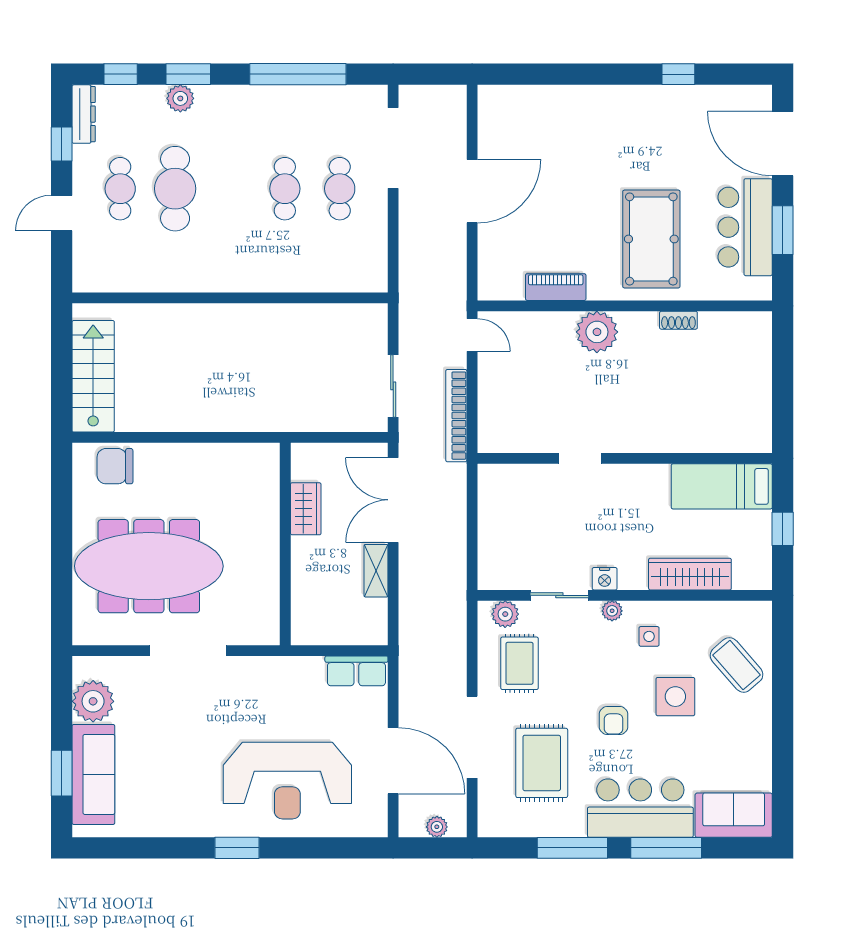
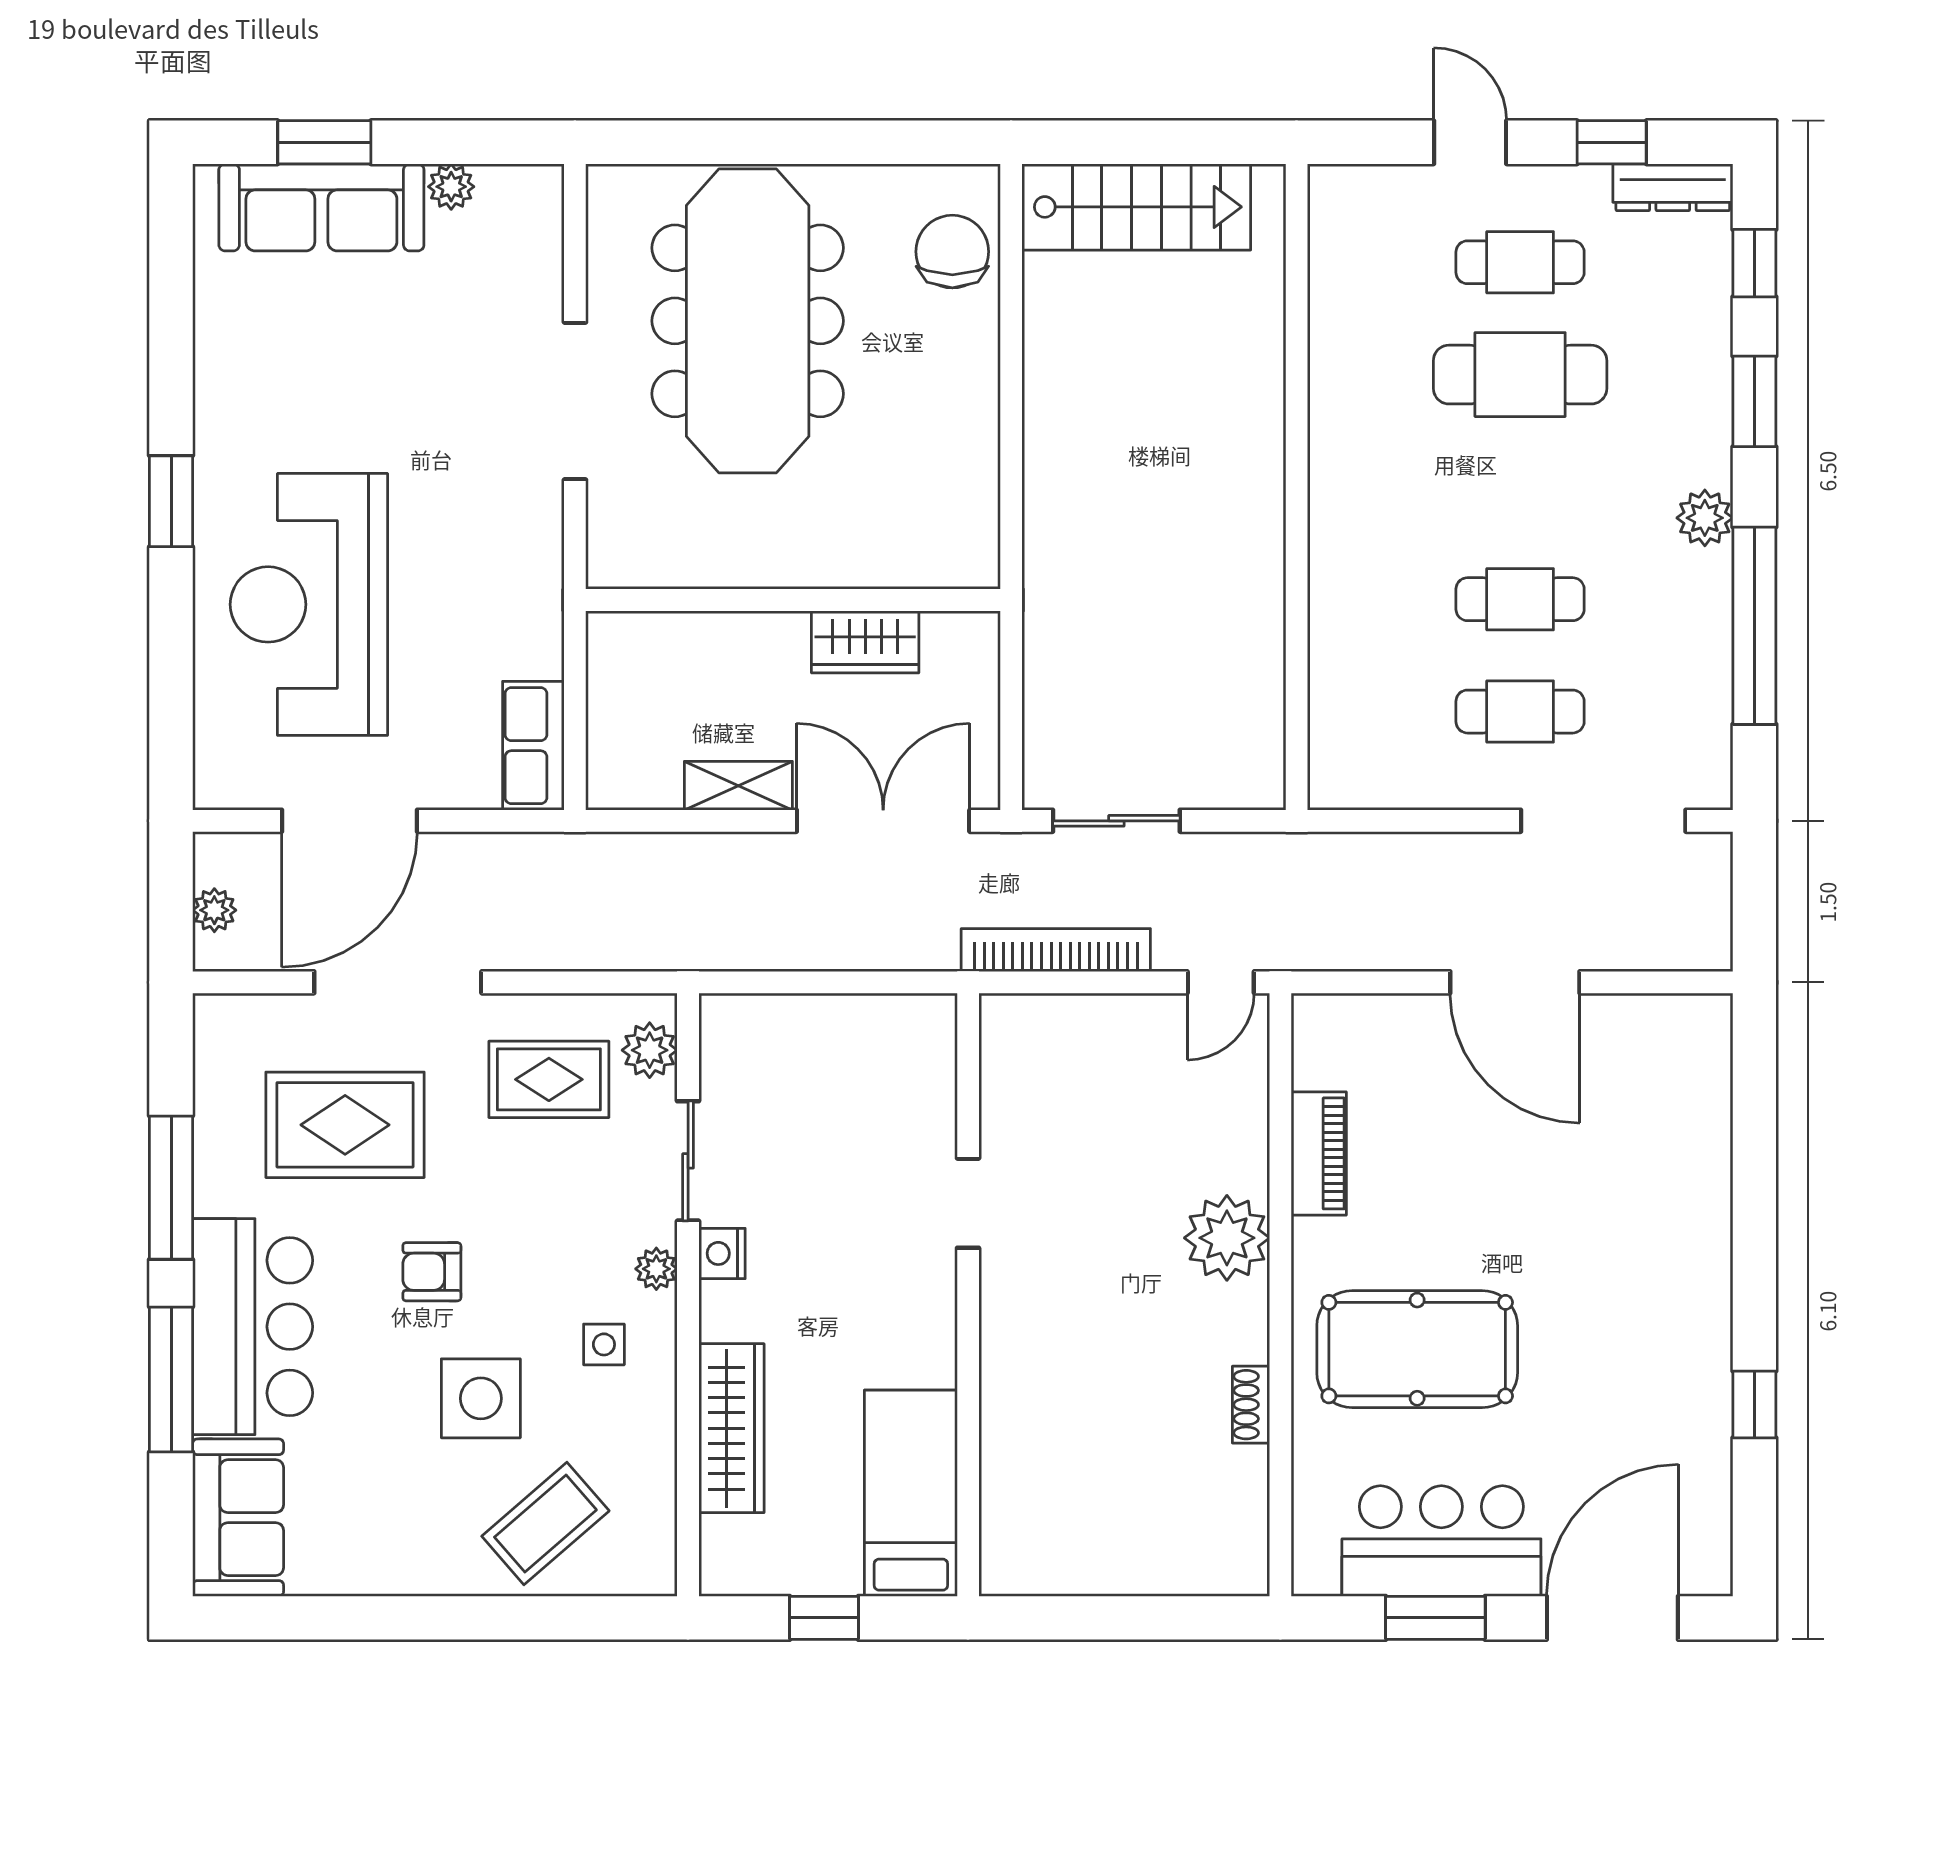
plant: (180, 98) -> (1705, 518), moved
plant: (93, 701) -> (451, 187), width x0.53, depth x0.53

